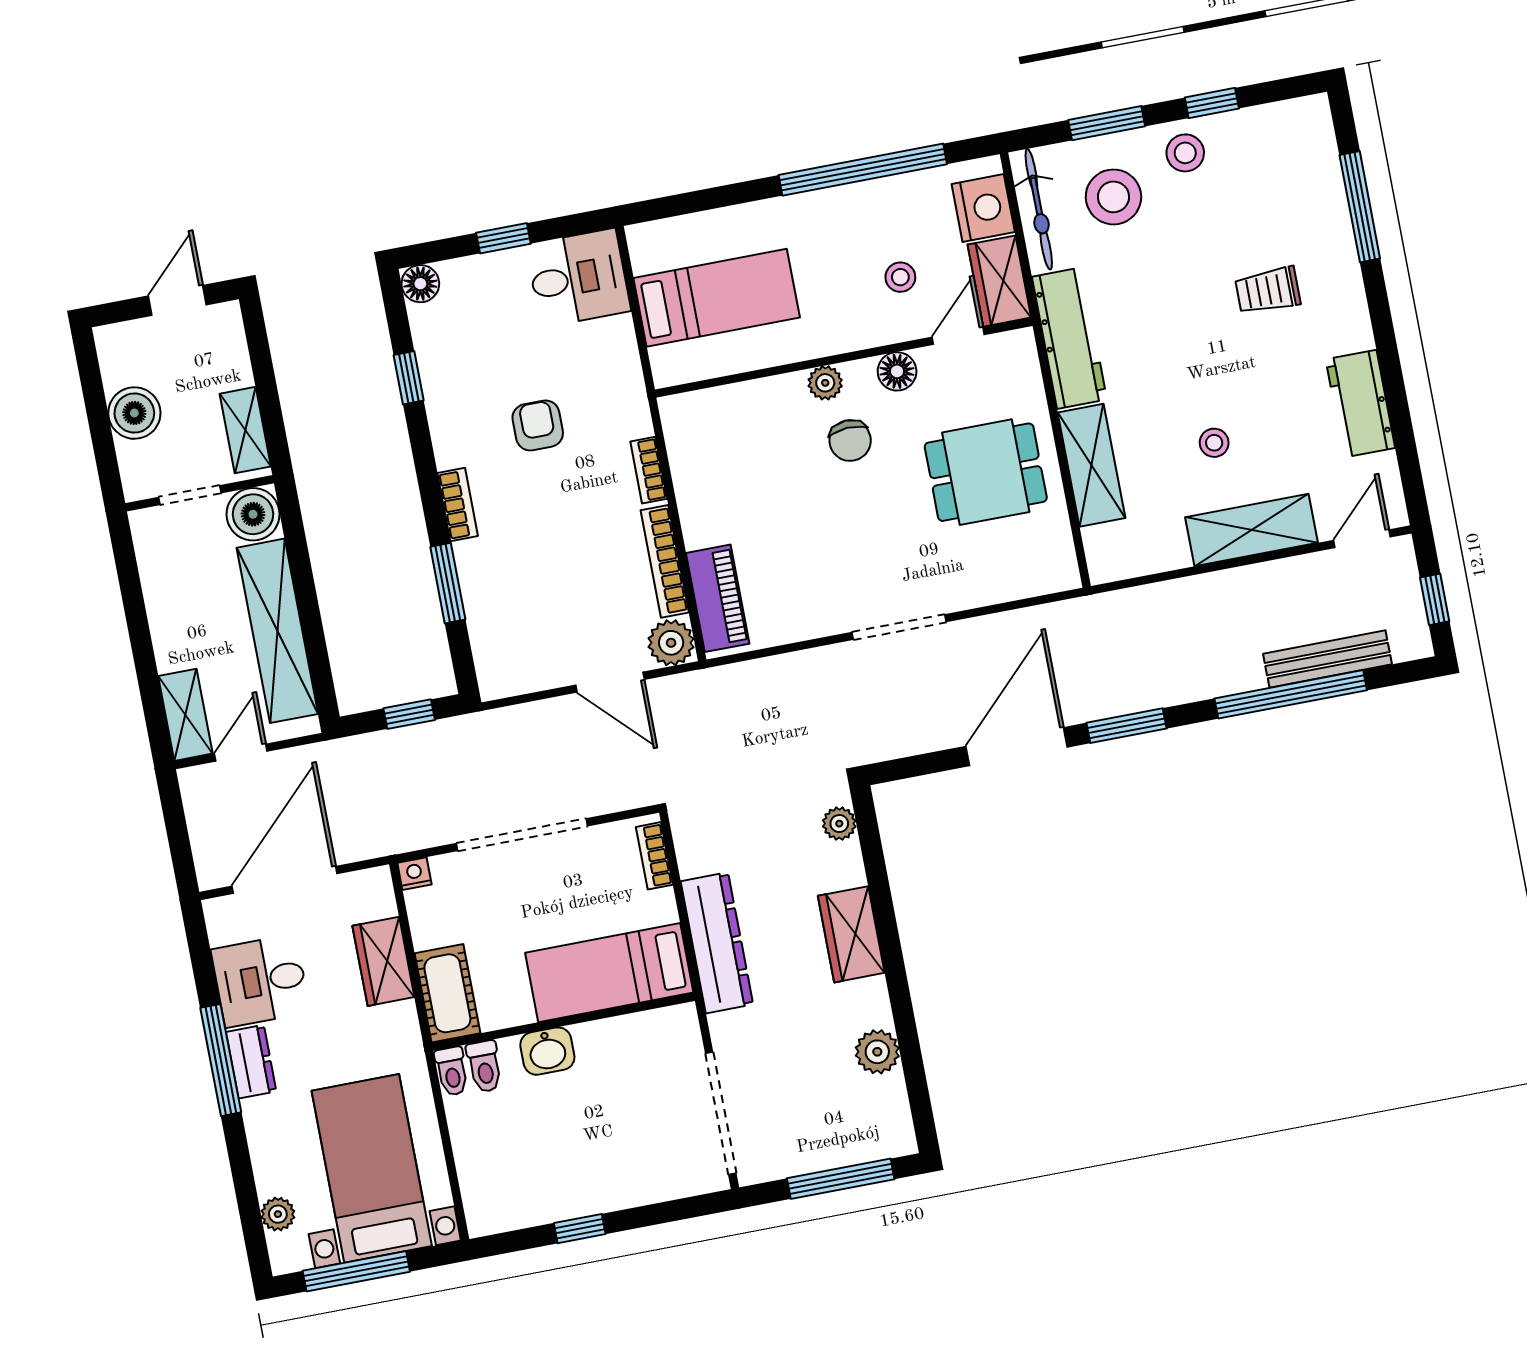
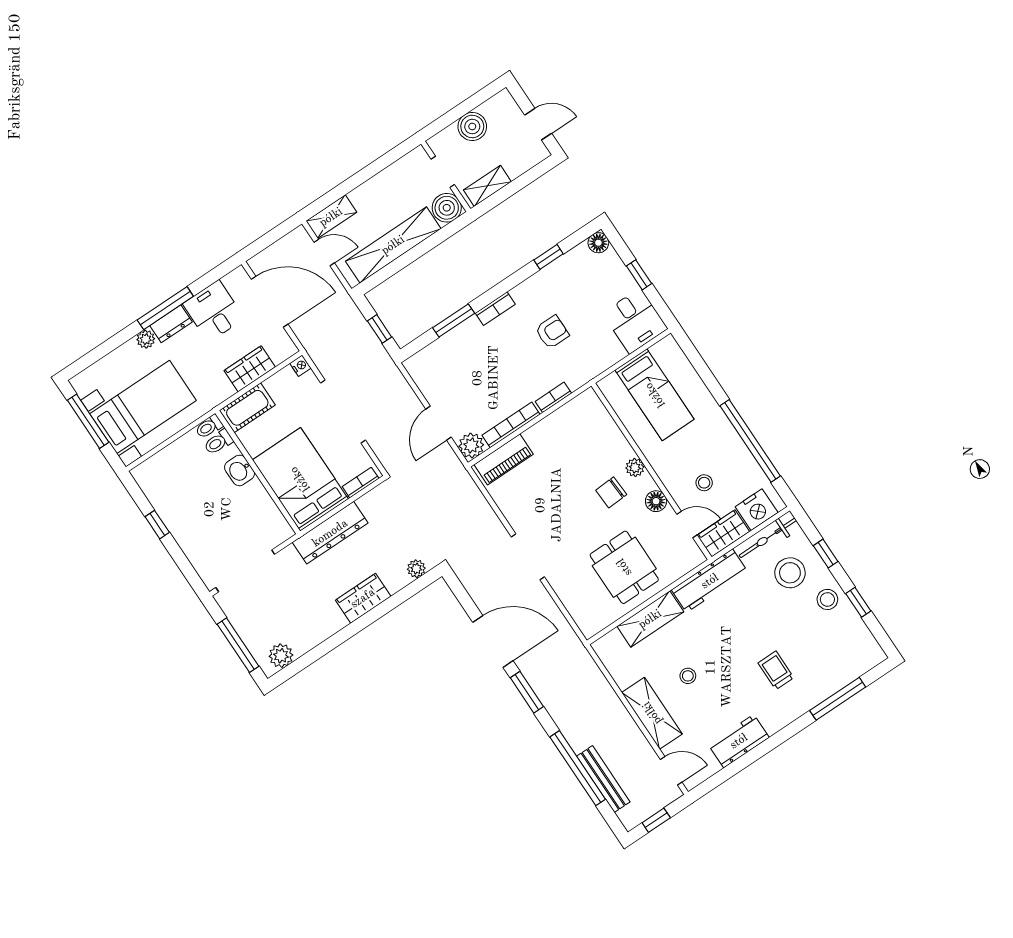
window: (1107, 123) -> (826, 554), width x0.67
bed: (609, 973) -> (300, 479), width x1.50
plant: (877, 1052) -> (281, 656), moved
plant: (278, 1214) -> (146, 339), moved

